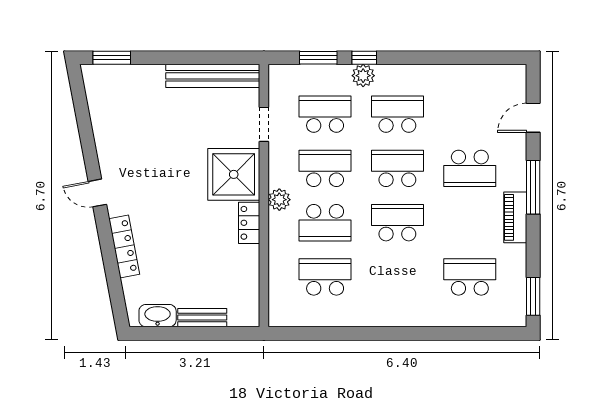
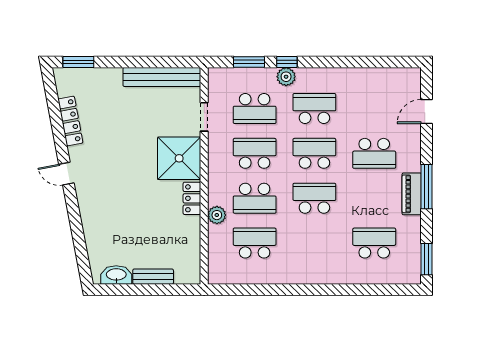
school desk: (325, 114) -> (255, 109), turned 180
window: (533, 187) -> (426, 187), moved
plant: (279, 200) -> (217, 215), moved
locker: (124, 246) -> (70, 121), moved

